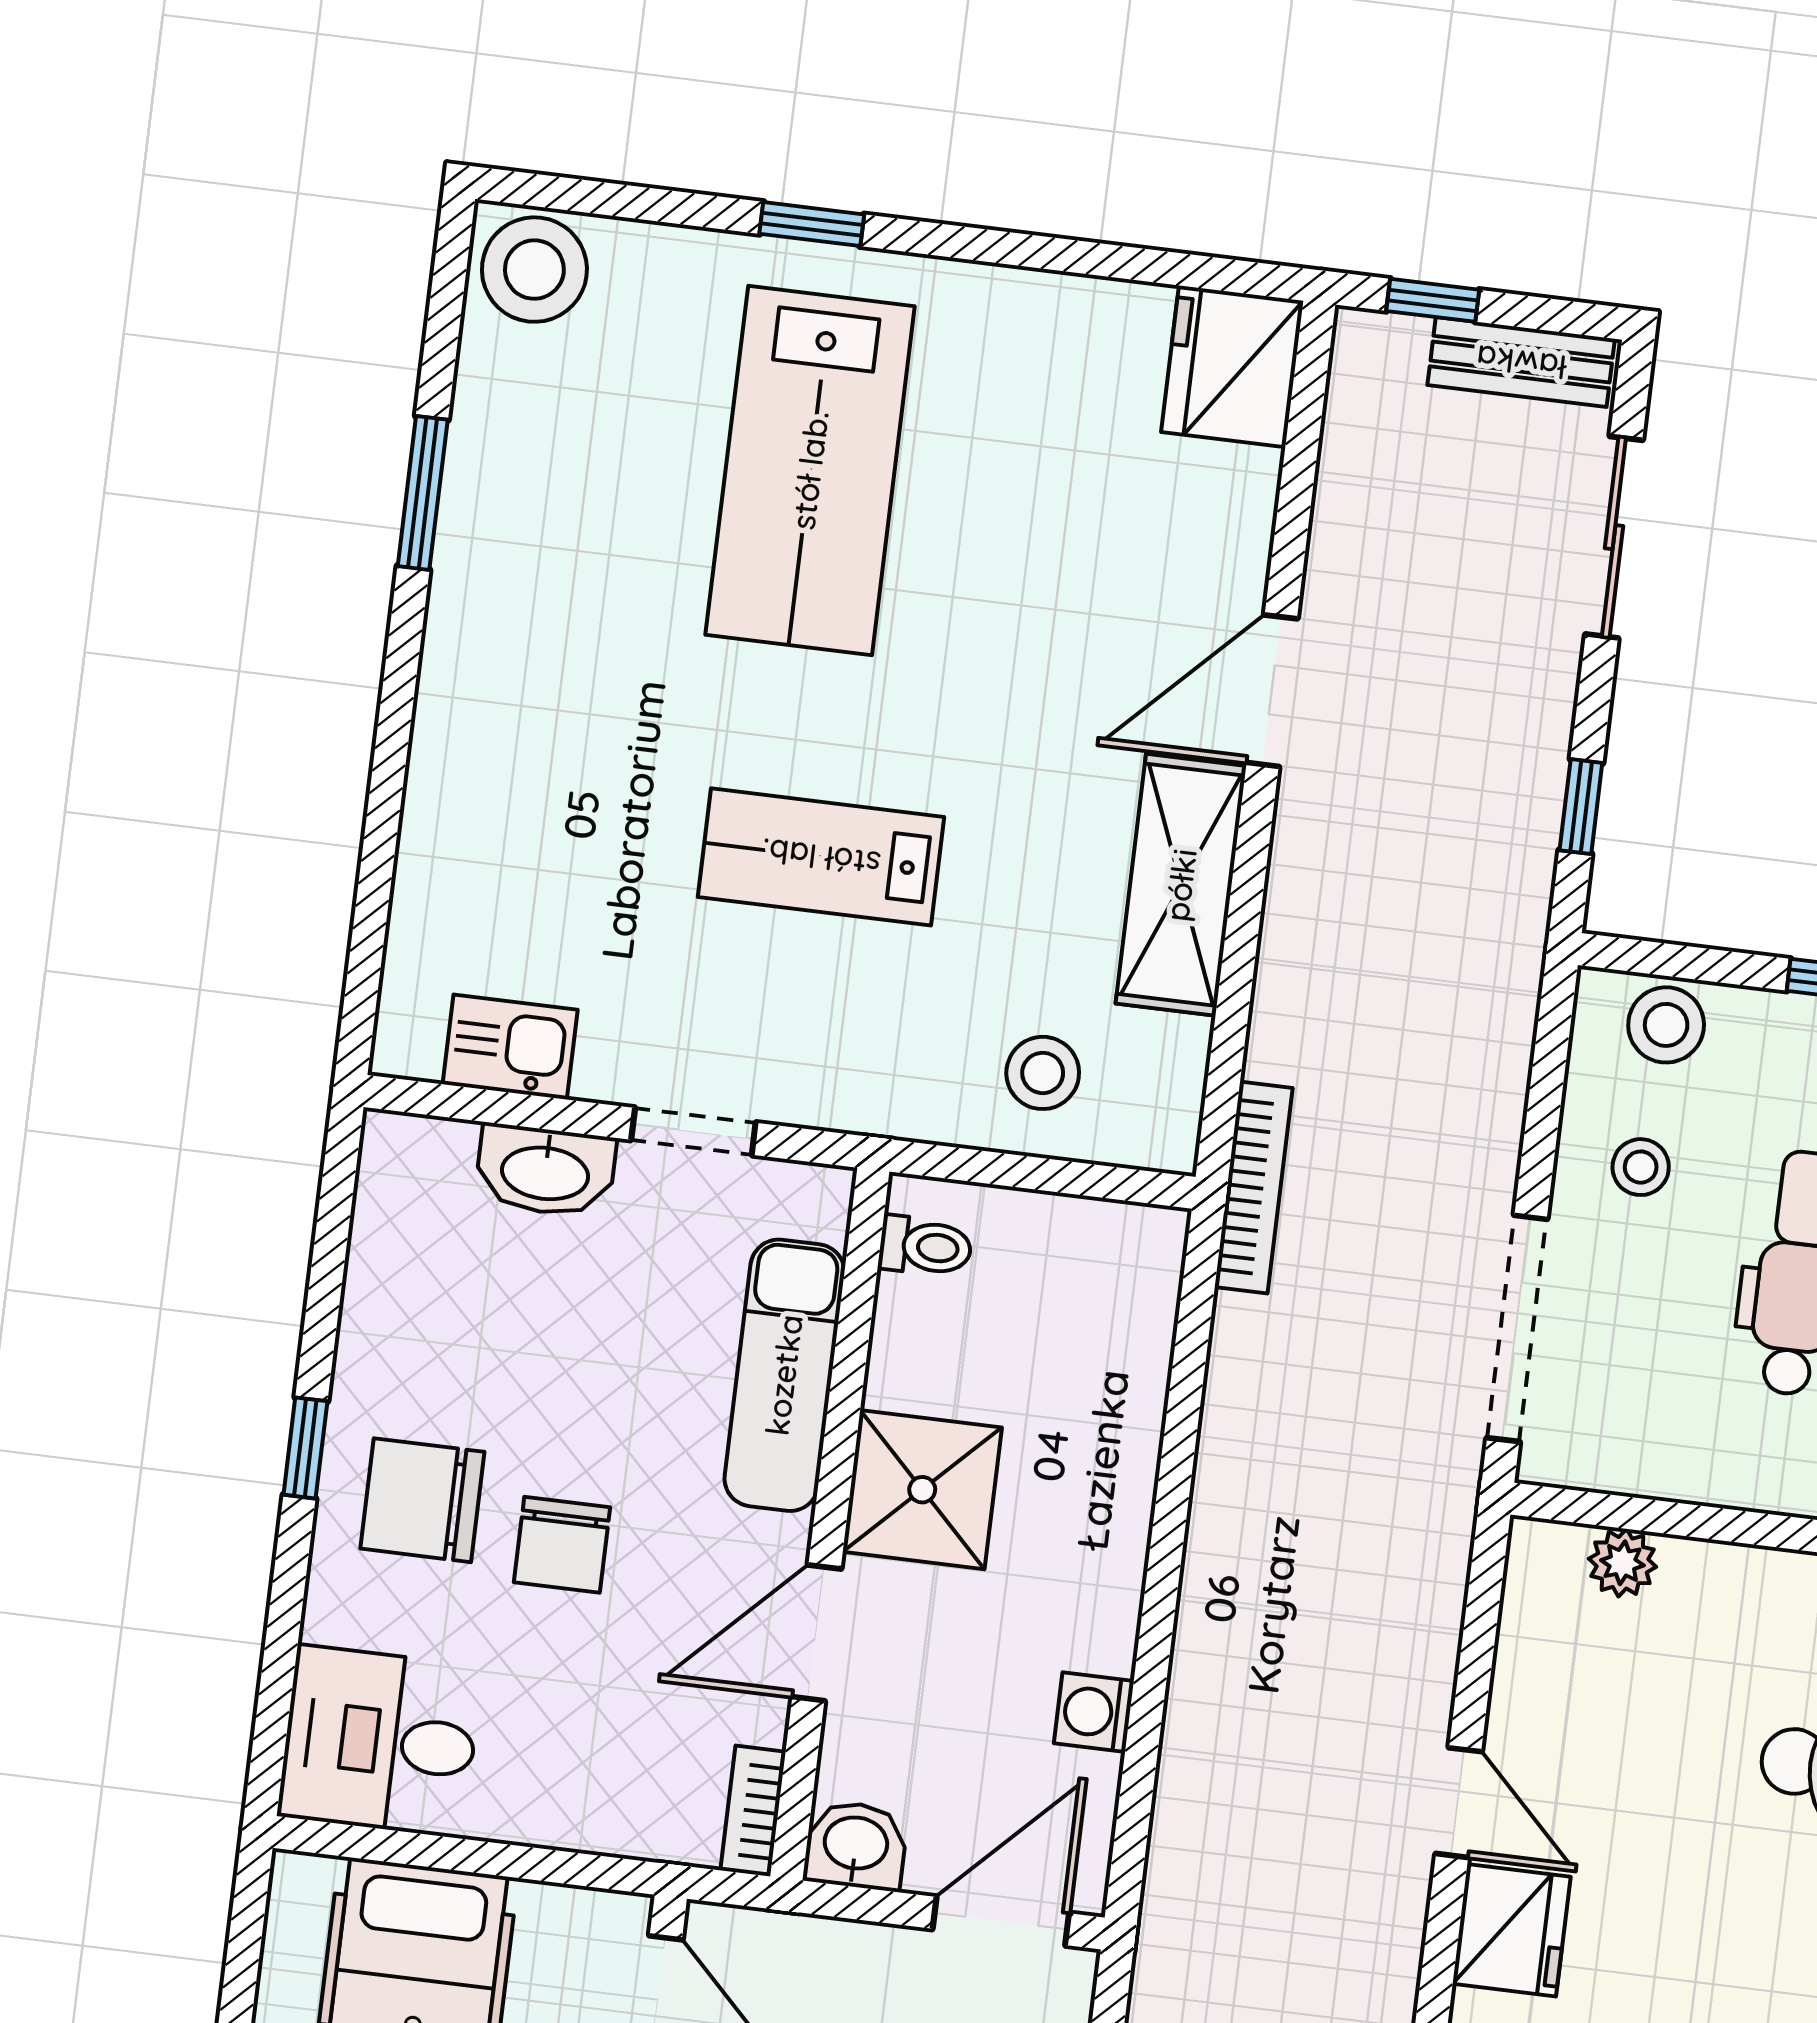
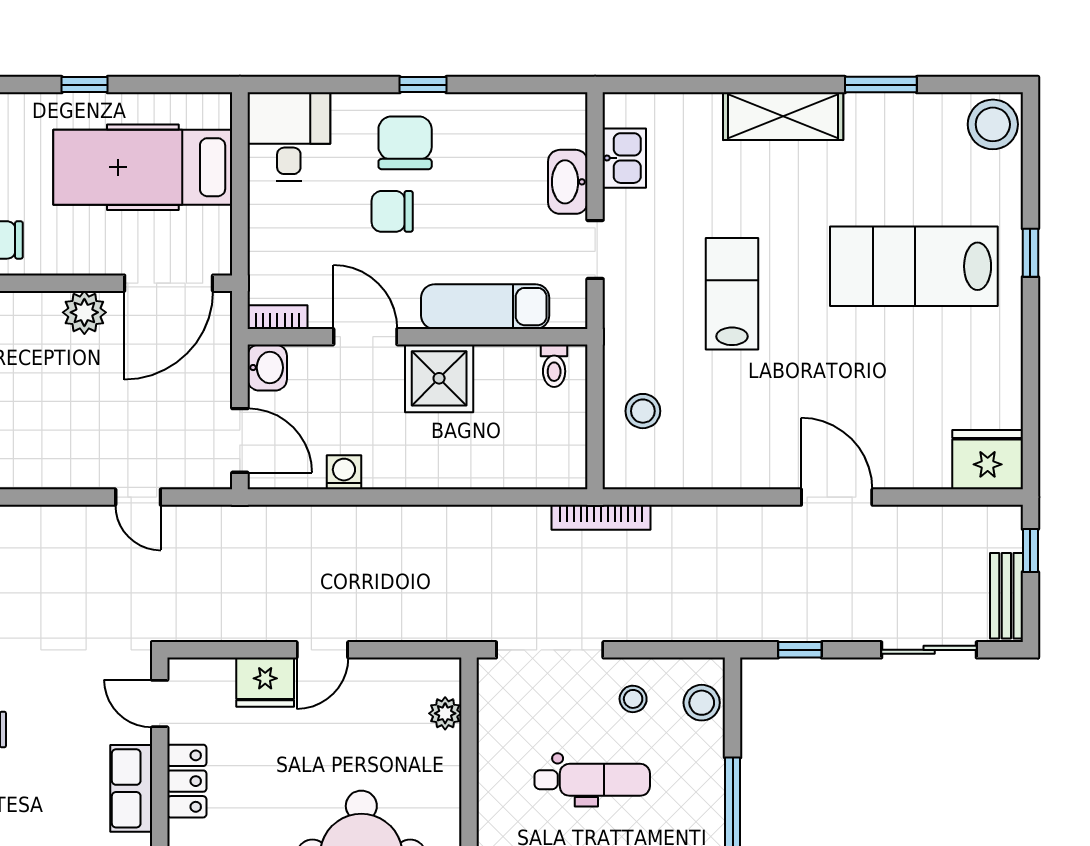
shelving: (1181, 885) -> (783, 116), moved

